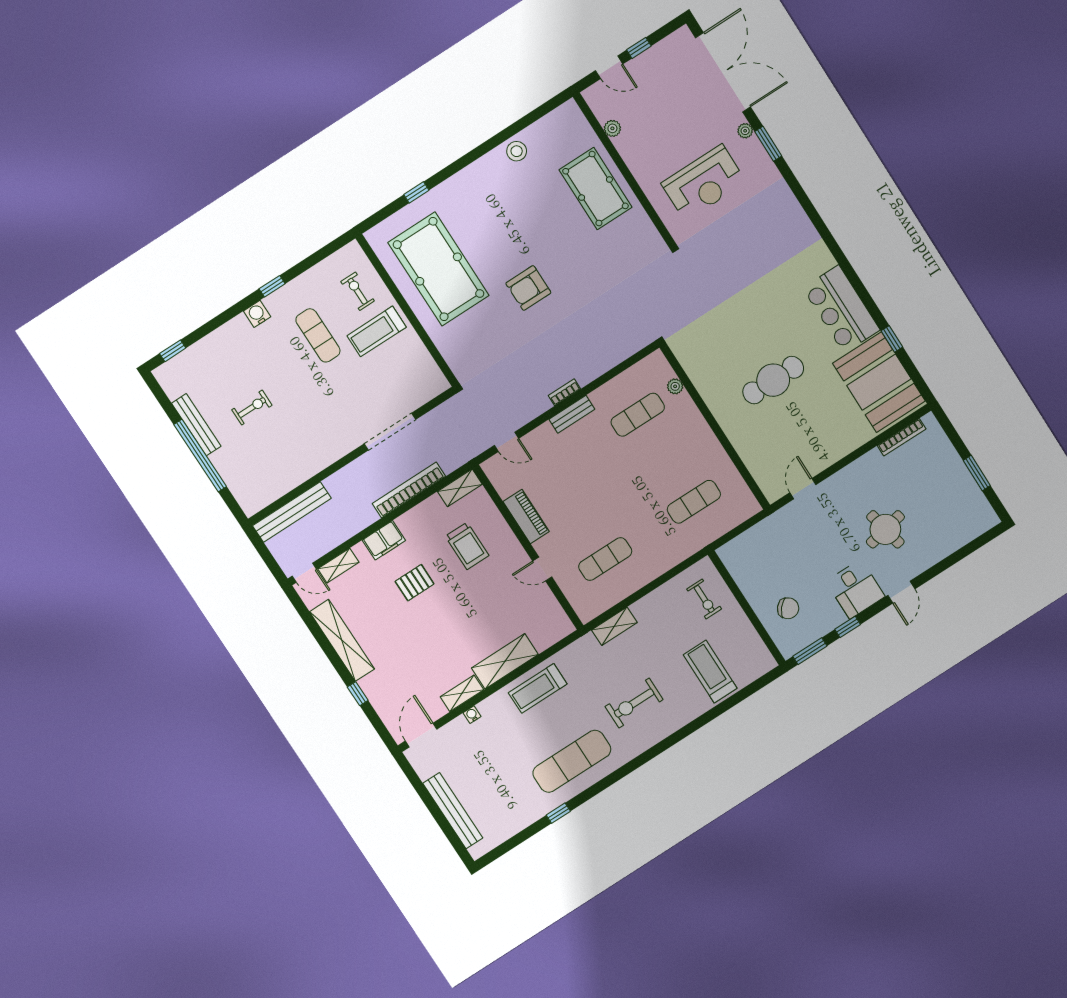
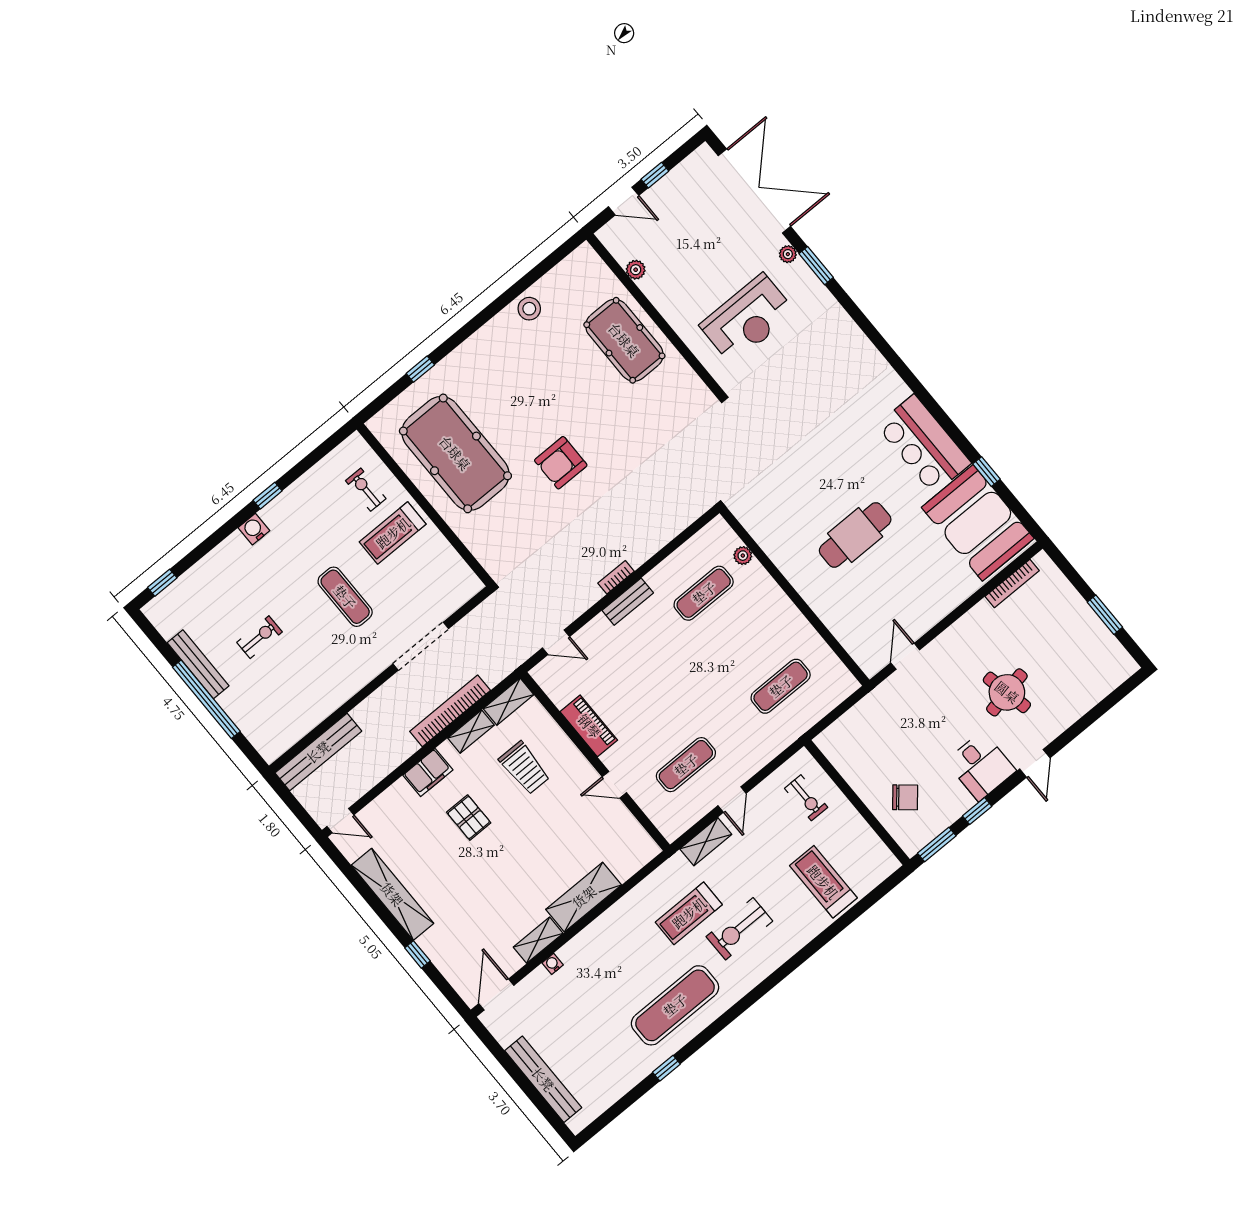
exercise mat: (318, 335) -> (345, 597), moved
shelving: (338, 566) -> (471, 732), moved
pallet: (415, 583) -> (469, 818), turned 90
door: (641, 593) -> (732, 799), added
treadmill: (538, 688) -> (689, 913), moved

